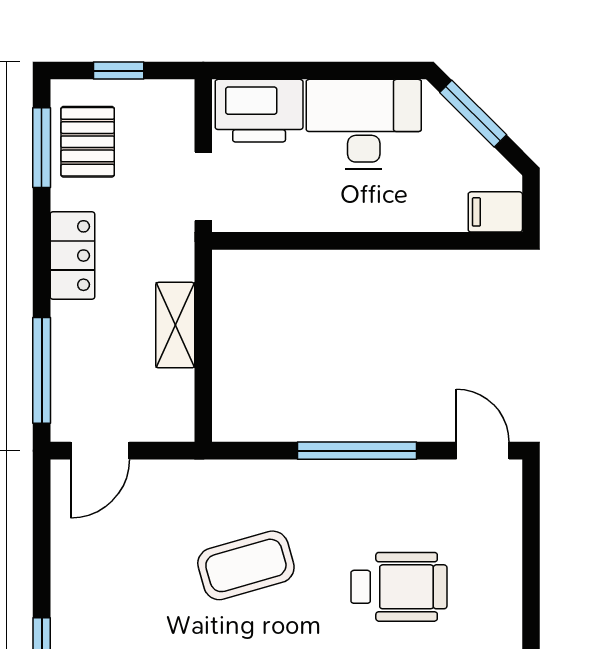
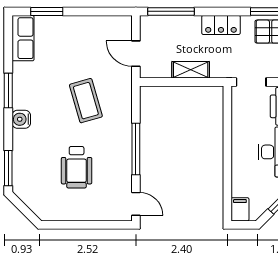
door: (100, 451) -> (136, 54), moved
door: (483, 451) -> (136, 204), hinge flipped

